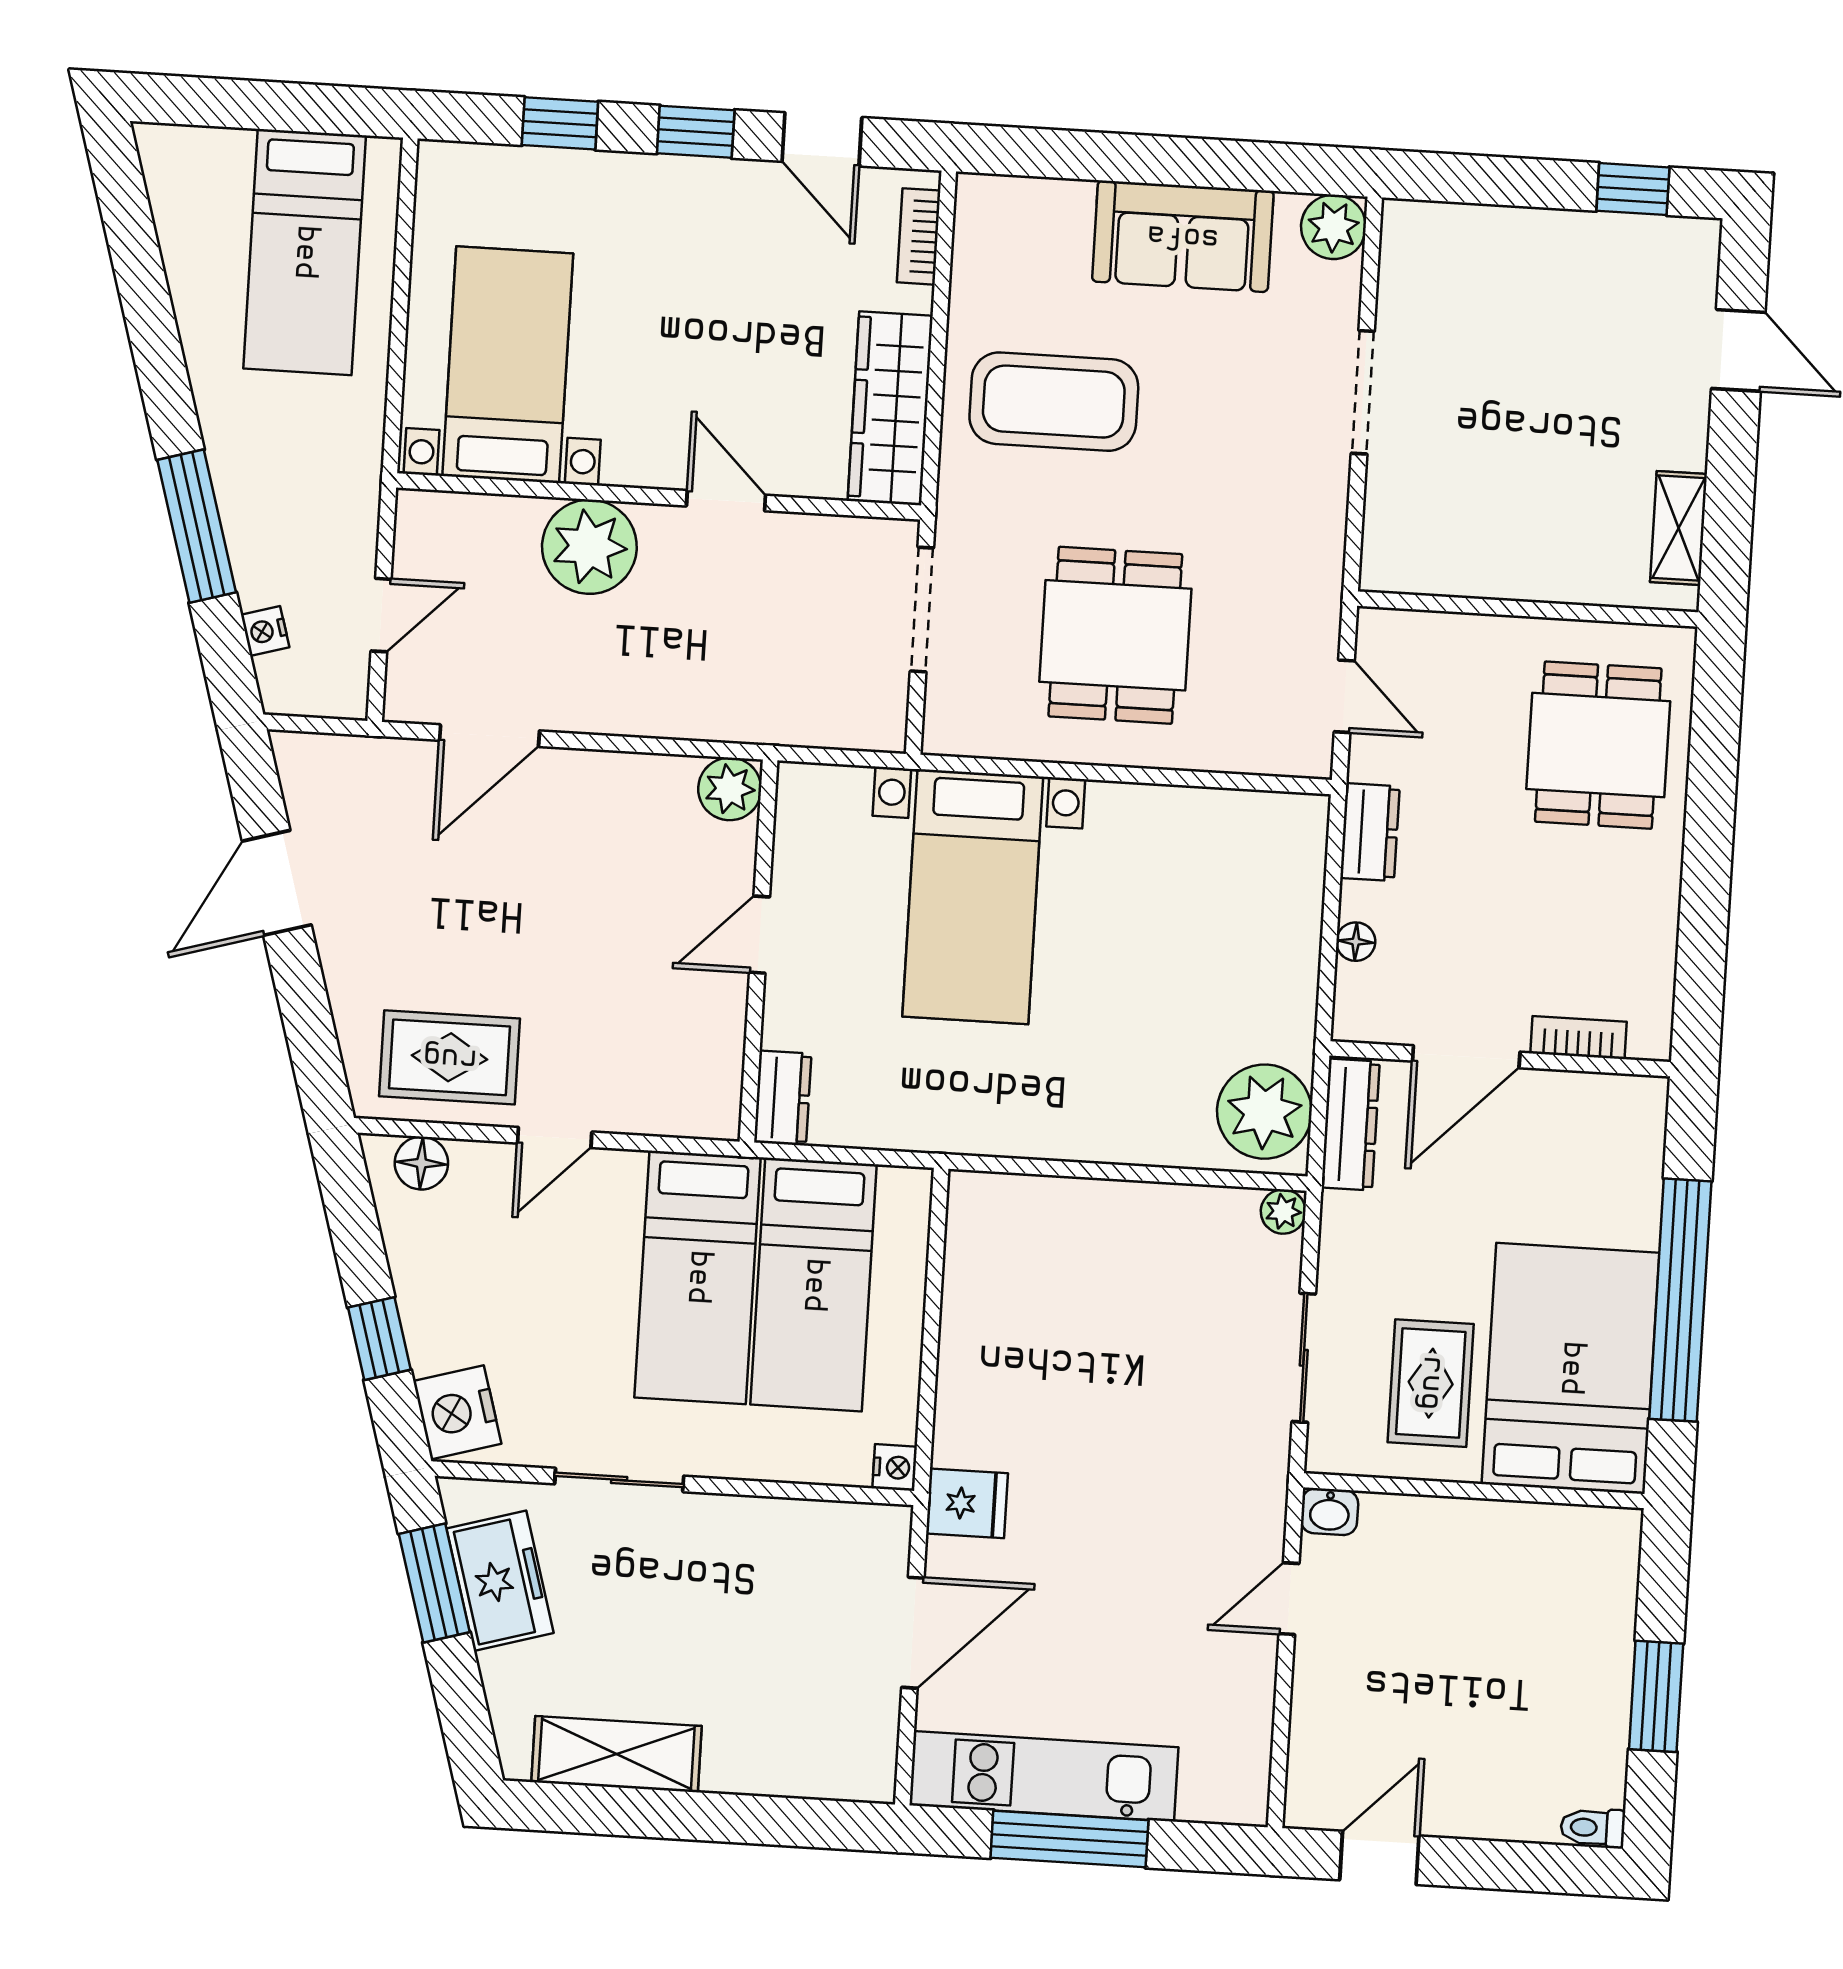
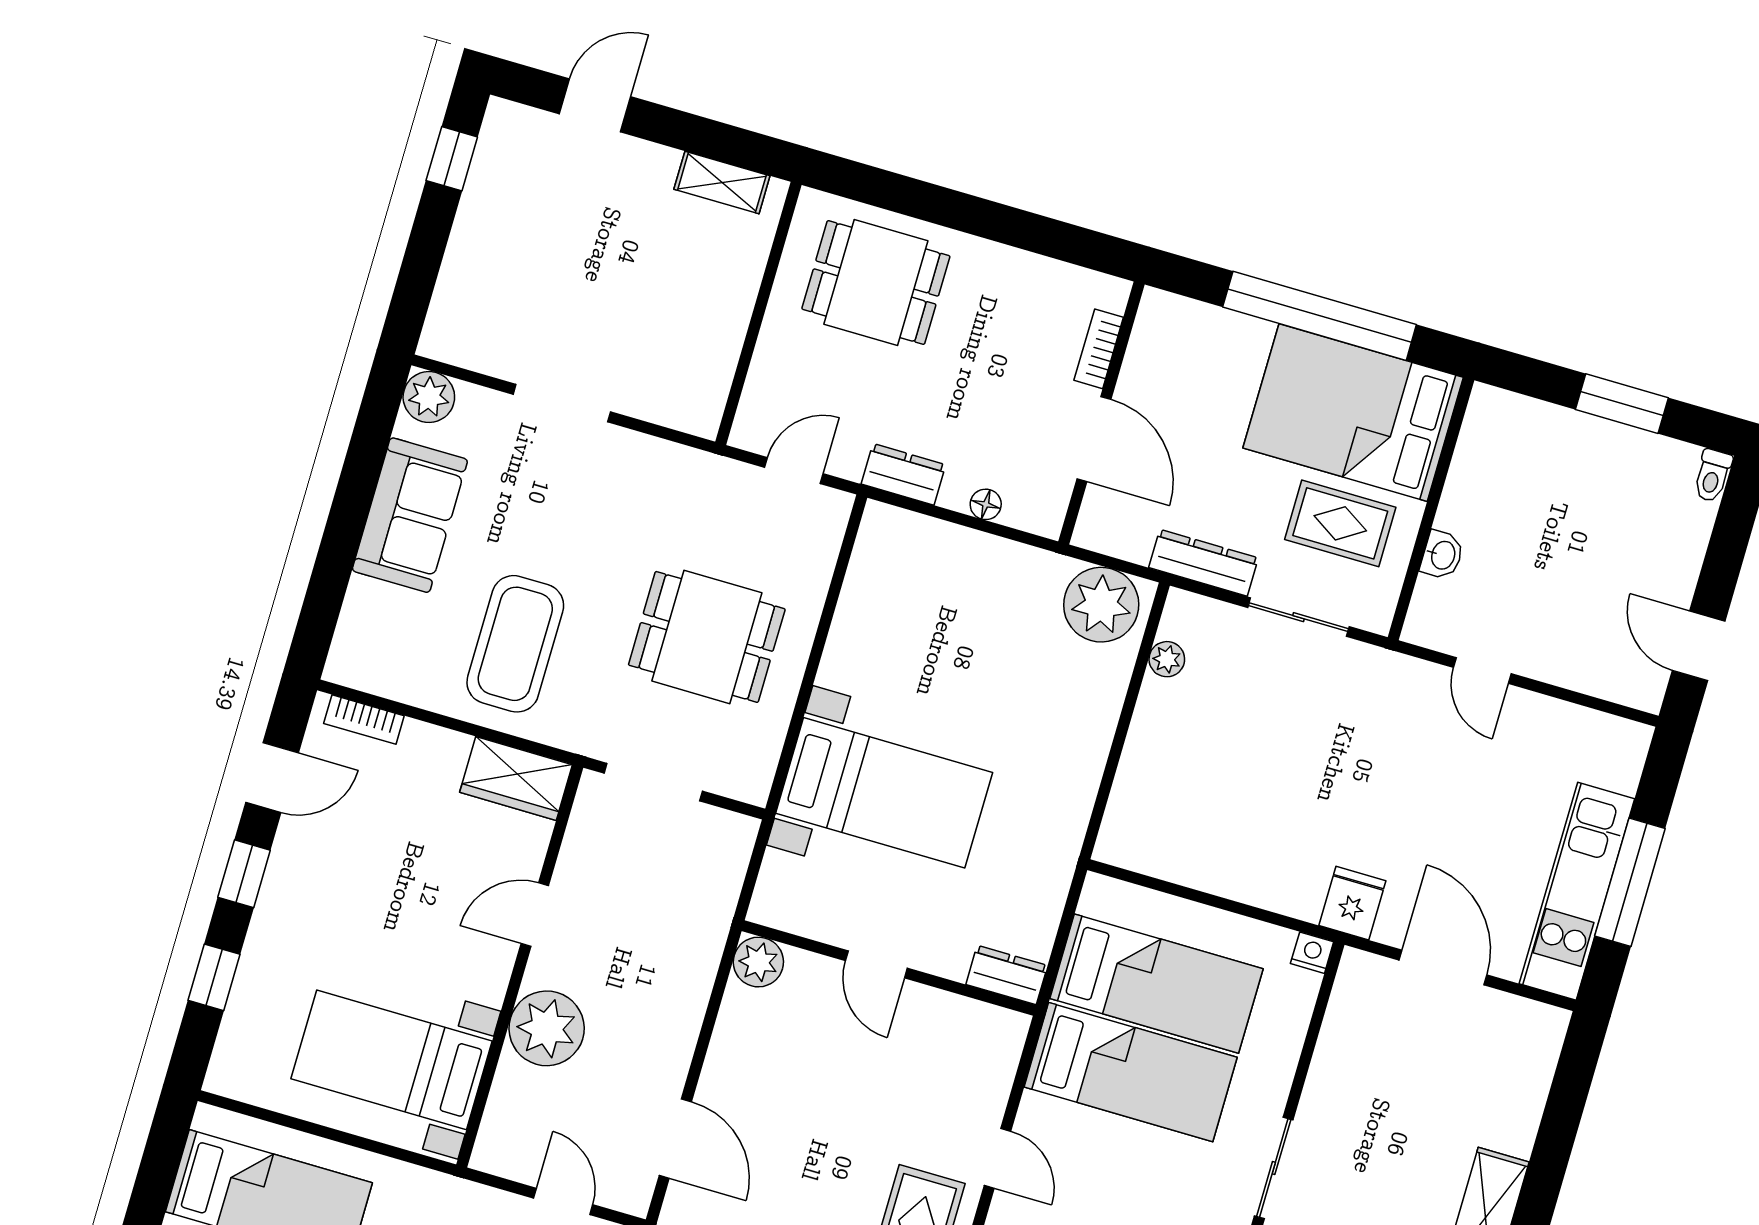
wardrobe: (890, 408) -> (516, 778), width x0.67
dresser: (1351, 1125) -> (1204, 563), moved
plant: (1283, 1212) -> (1167, 659), moved
washbasin: (1330, 1512) -> (1442, 555), moved

